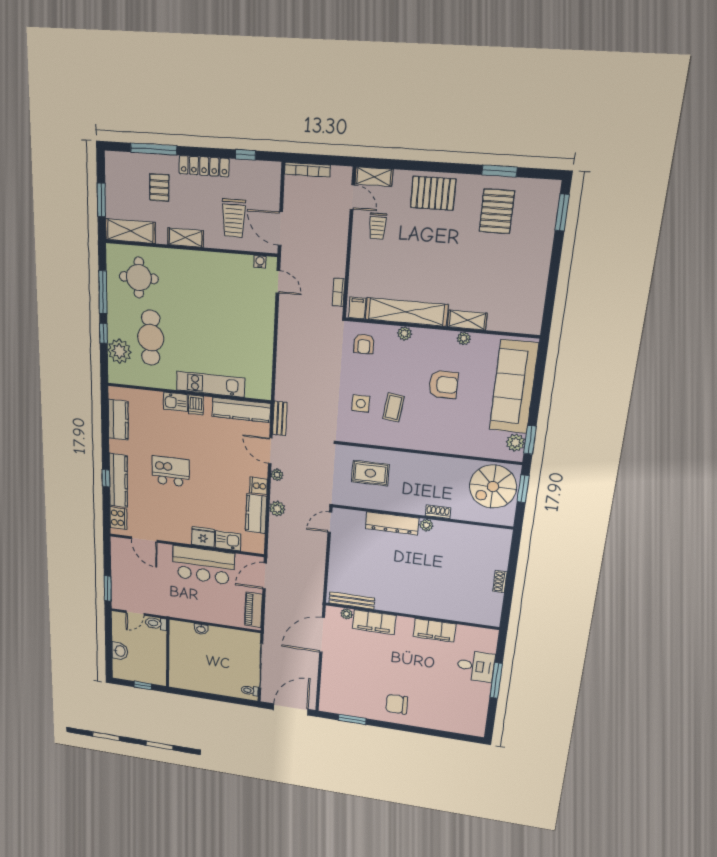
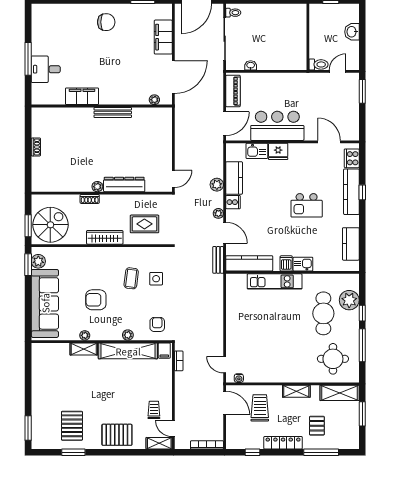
wardrobe: (423, 463) -> (105, 237), added
bench: (352, 601) -> (113, 113), moved
filing cabinet: (374, 622) -> (163, 37), moved, turned -90
washbasin: (201, 629) -> (251, 65), moved

